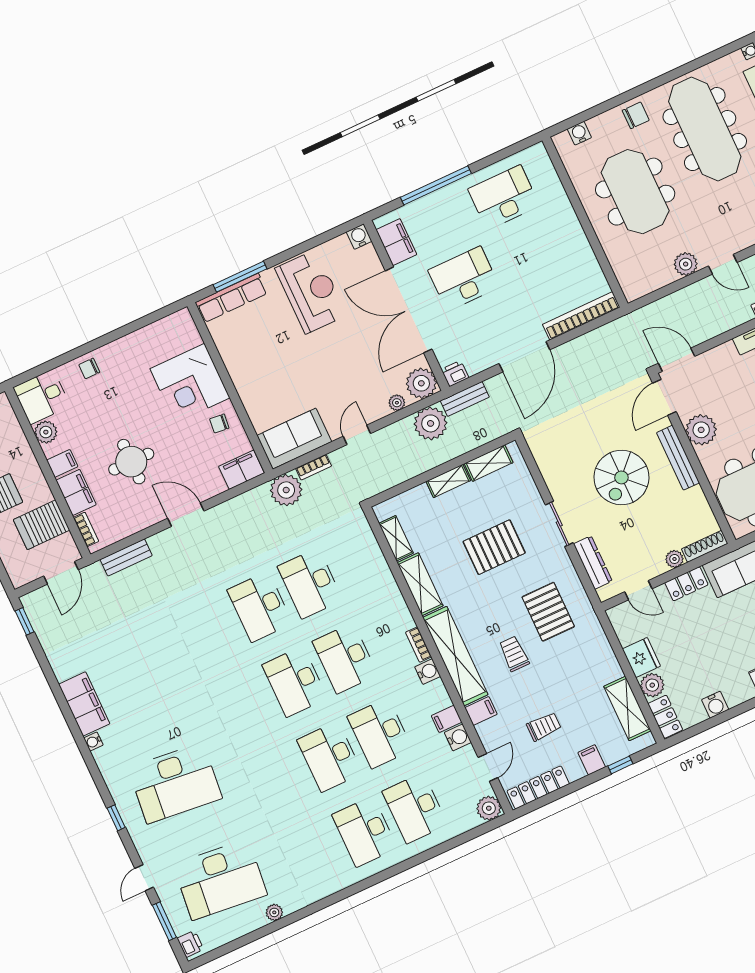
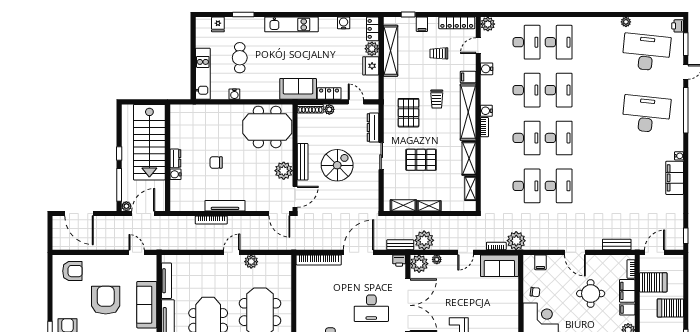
door: (723, 264) -> (232, 252), hinge flipped
filing cabinet: (241, 470) -> (540, 262), width x0.50
shelving: (627, 709) -> (391, 51), width x1.47
filing cabinet: (447, 719) -> (488, 81), removed
window: (116, 818) -> (686, 110), width x3.17

